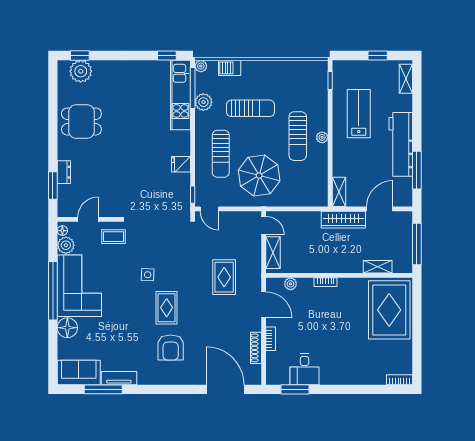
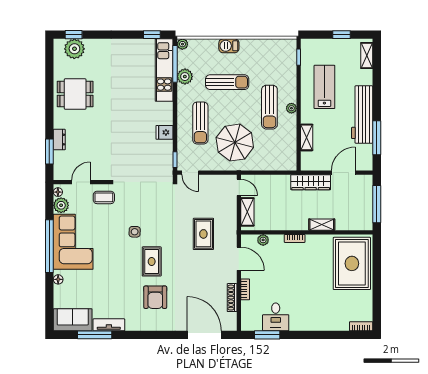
barbecue: (230, 68) -> (229, 46), moved
shelving: (339, 192) -> (307, 137), moved
shelving: (378, 267) -> (322, 225), moved
floor lamp: (67, 328) -> (58, 279), width x0.53, depth x0.53

